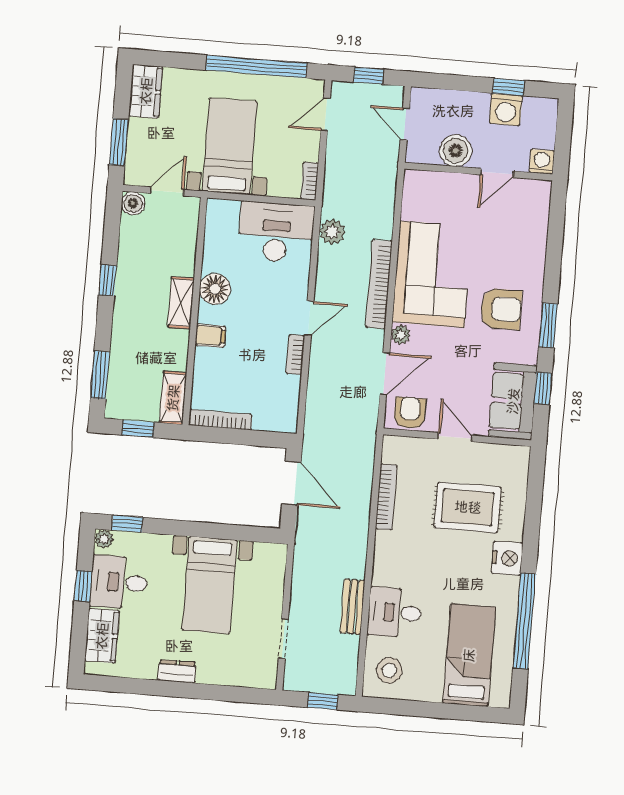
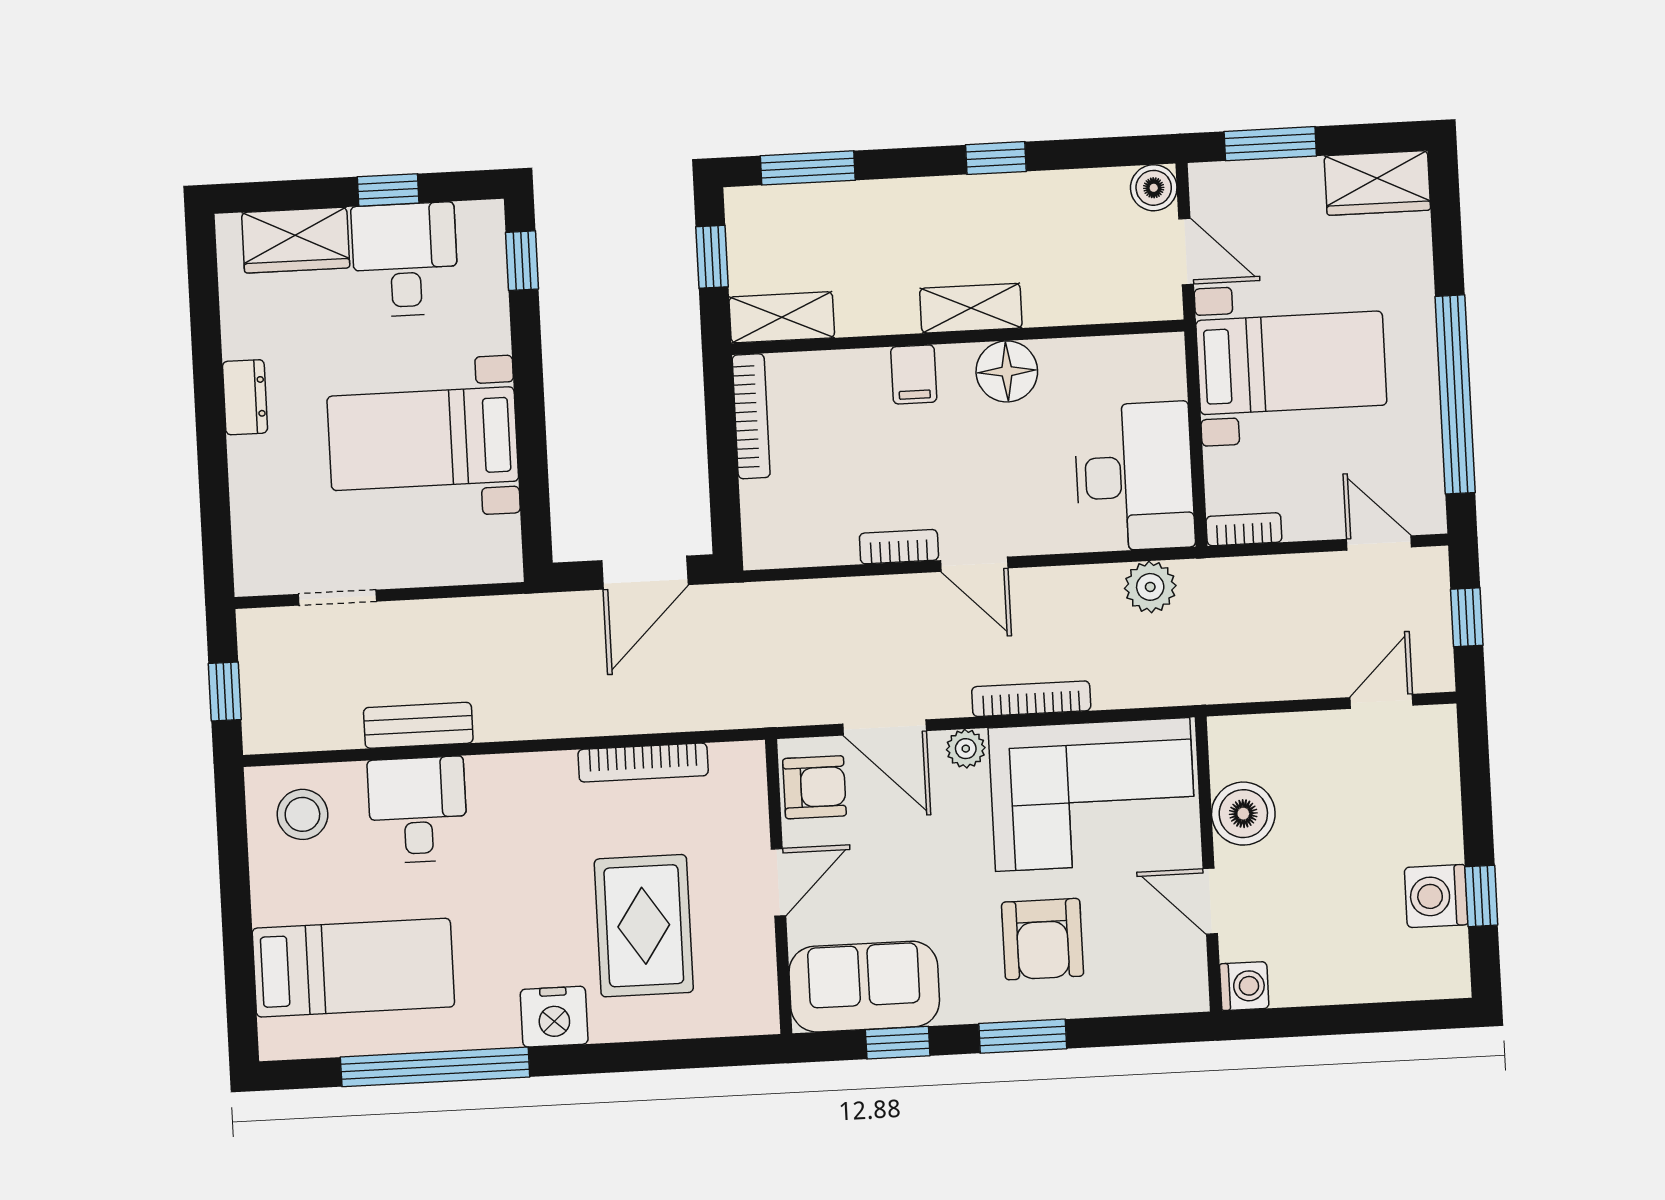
boiler: (456, 151) -> (1243, 814), moved
washing machine: (542, 162) -> (1244, 986), moved
wall: (478, 171) -> (1208, 864), moved
door: (497, 173) -> (1210, 901), moved
bookcase: (379, 284) -> (1031, 699), width x0.68, depth x0.76
plant: (104, 539) -> (486, 218), removed

